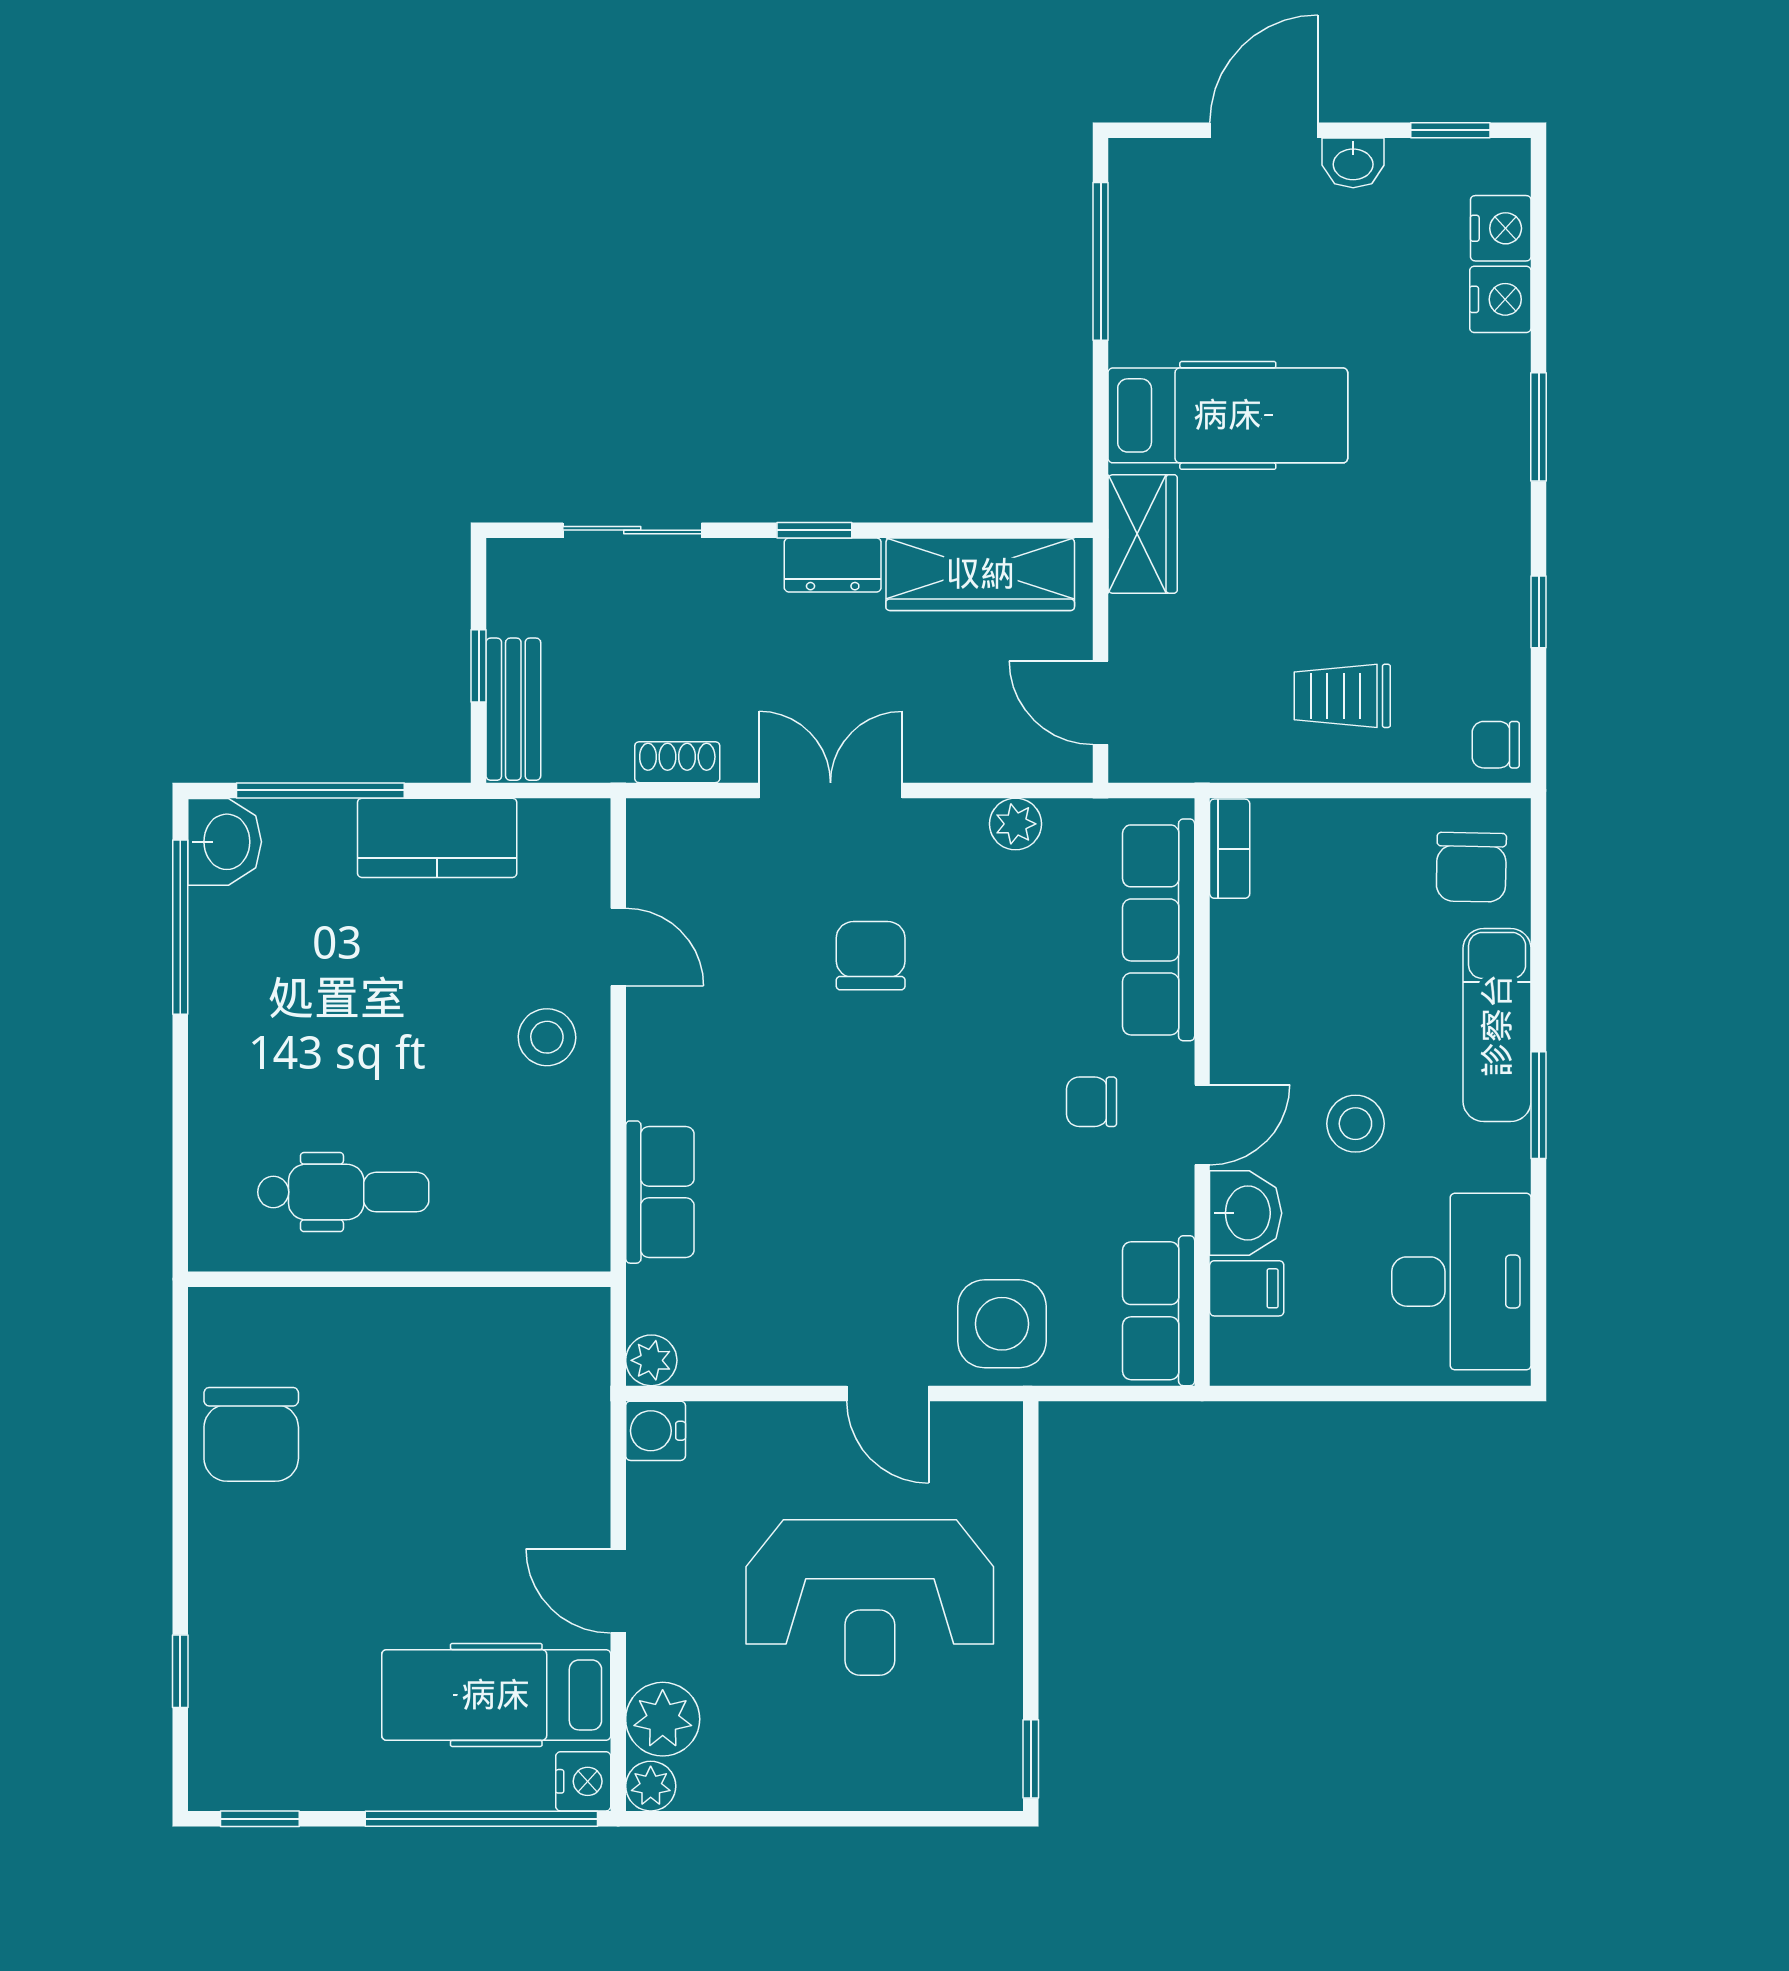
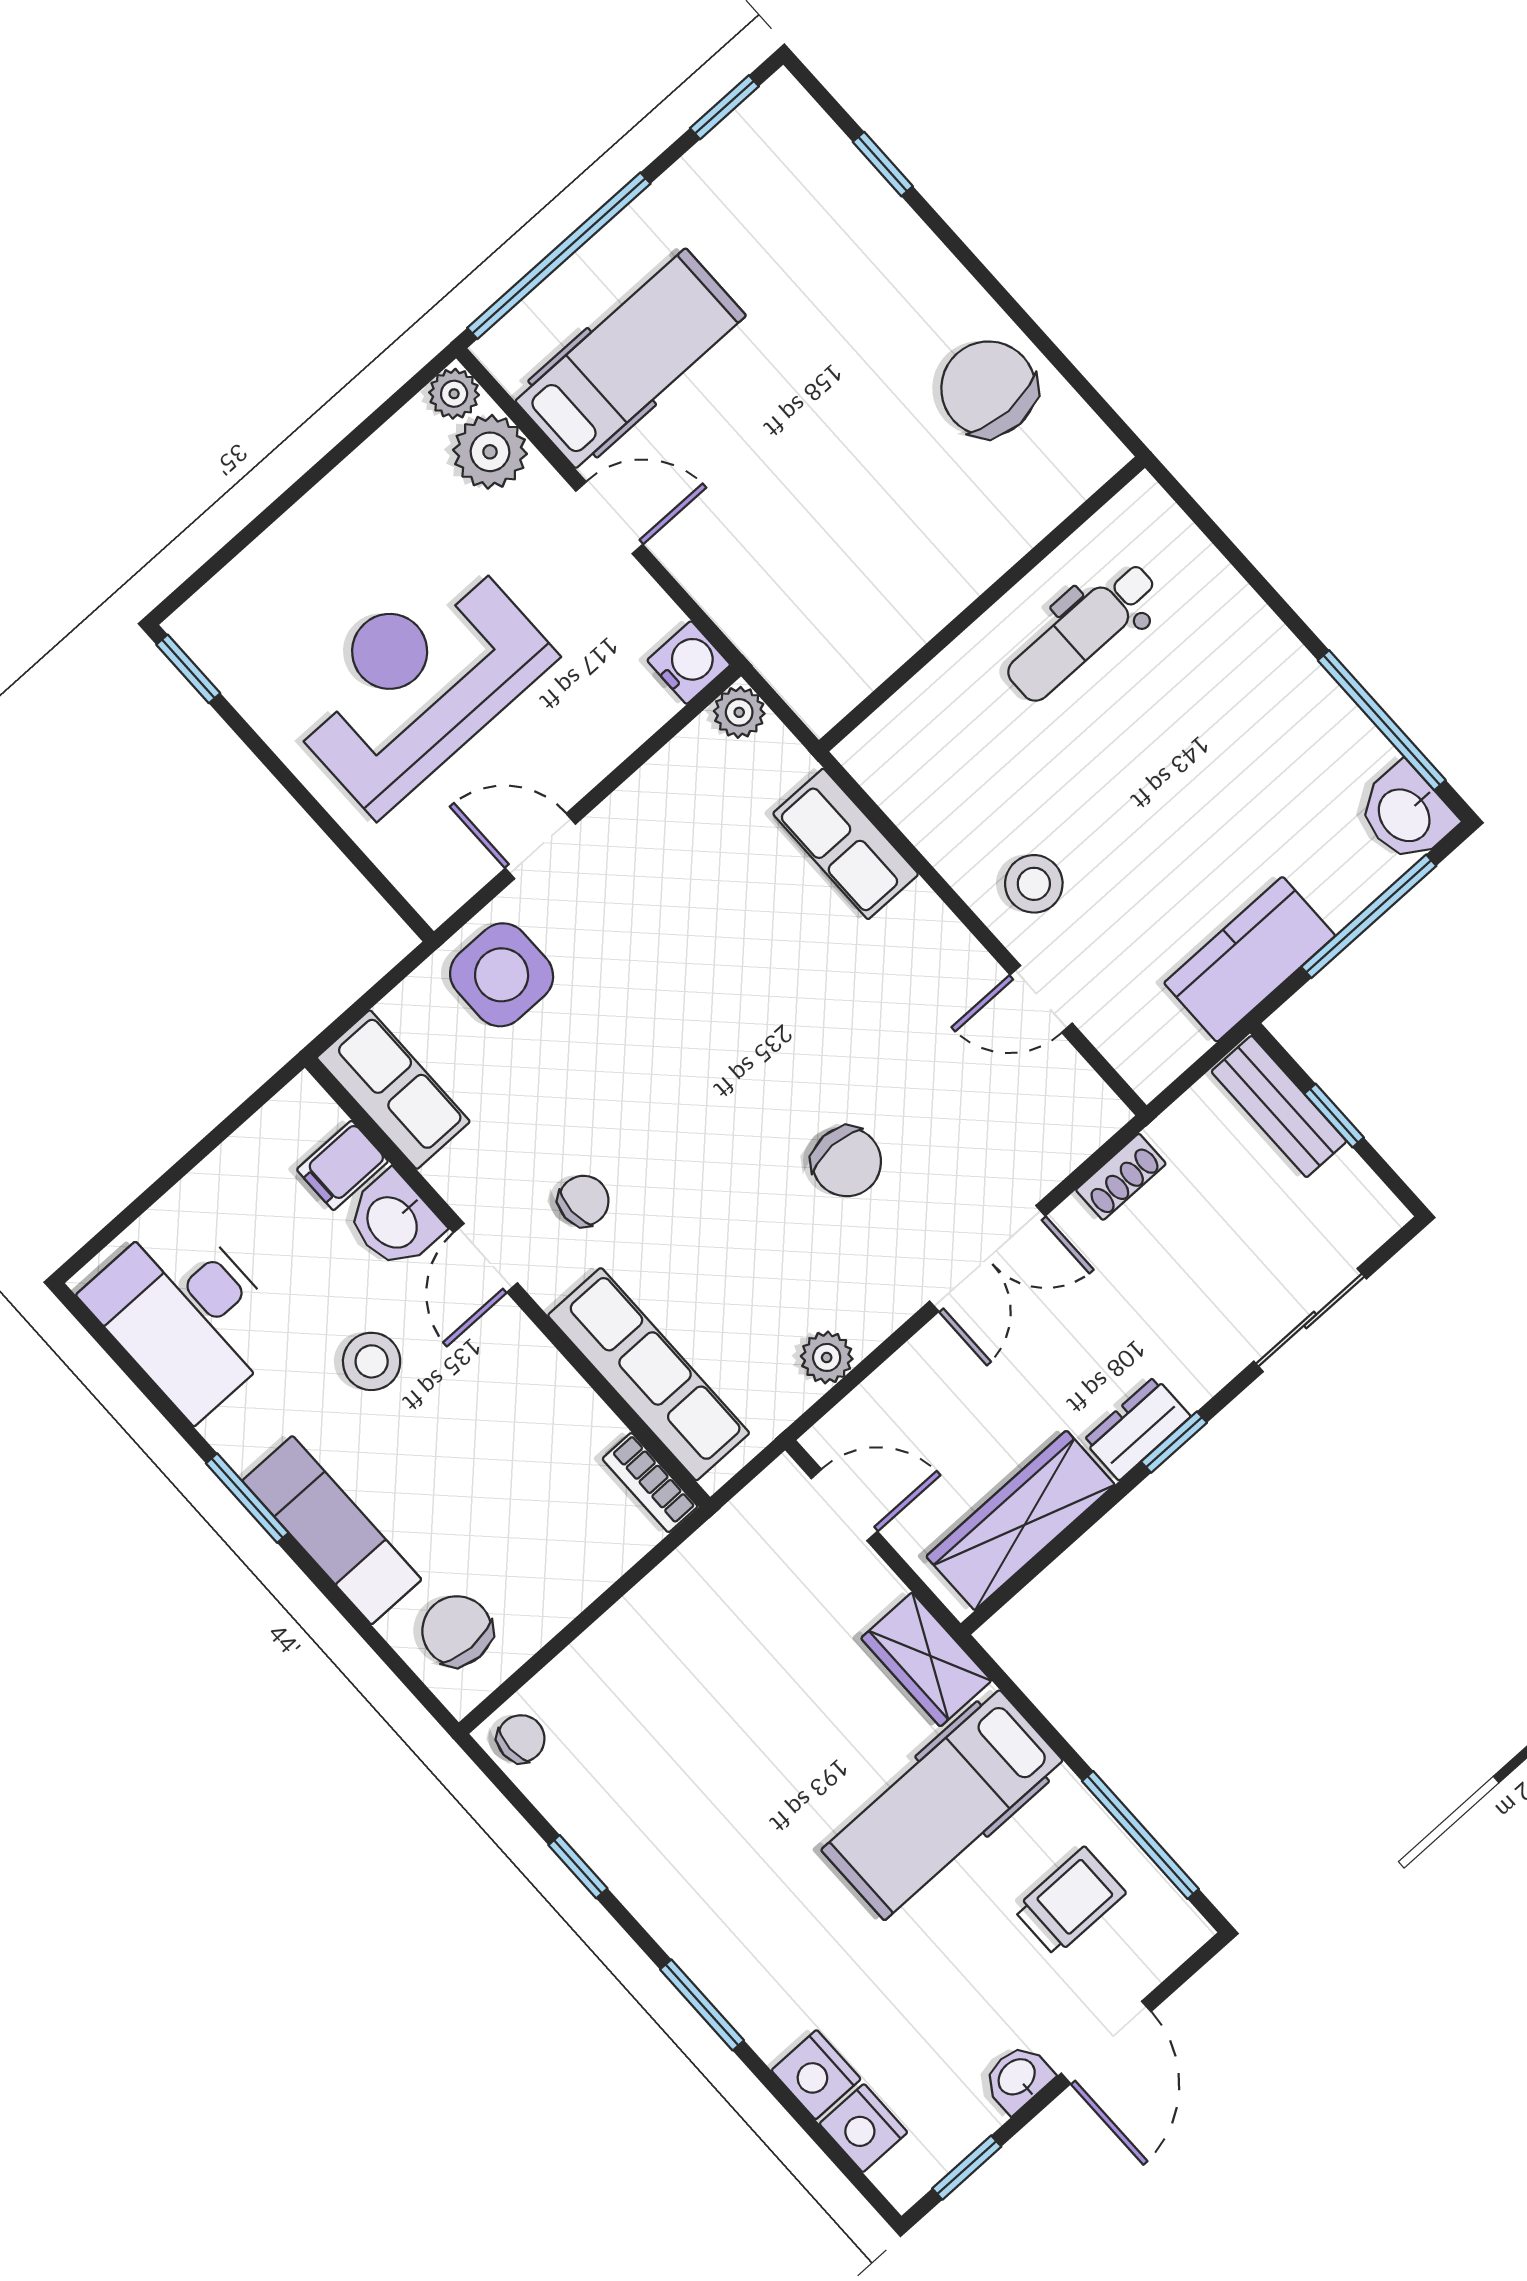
trolley: (1342, 696) -> (1070, 1901), moved
nightstand: (583, 1781) -> (508, 352), removed

